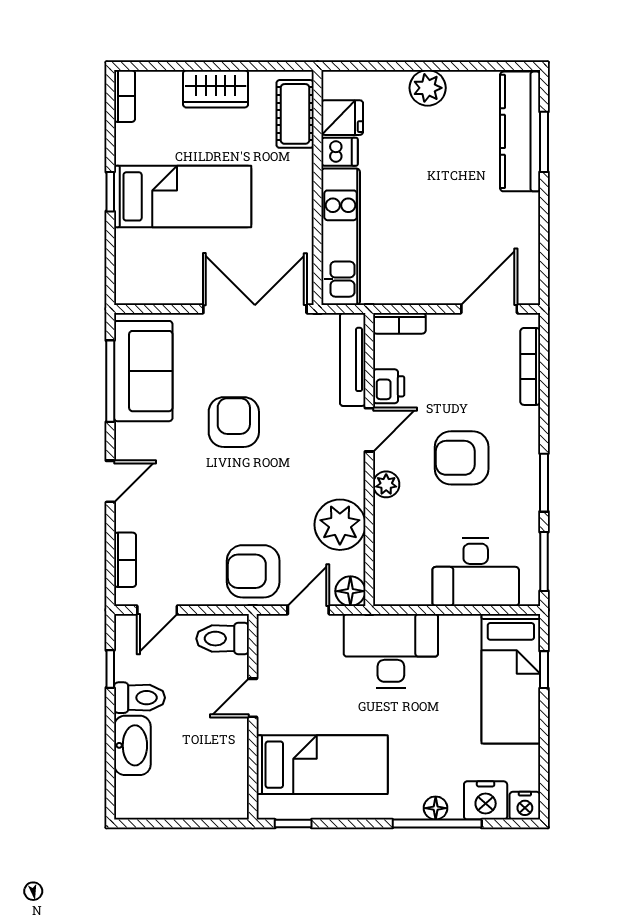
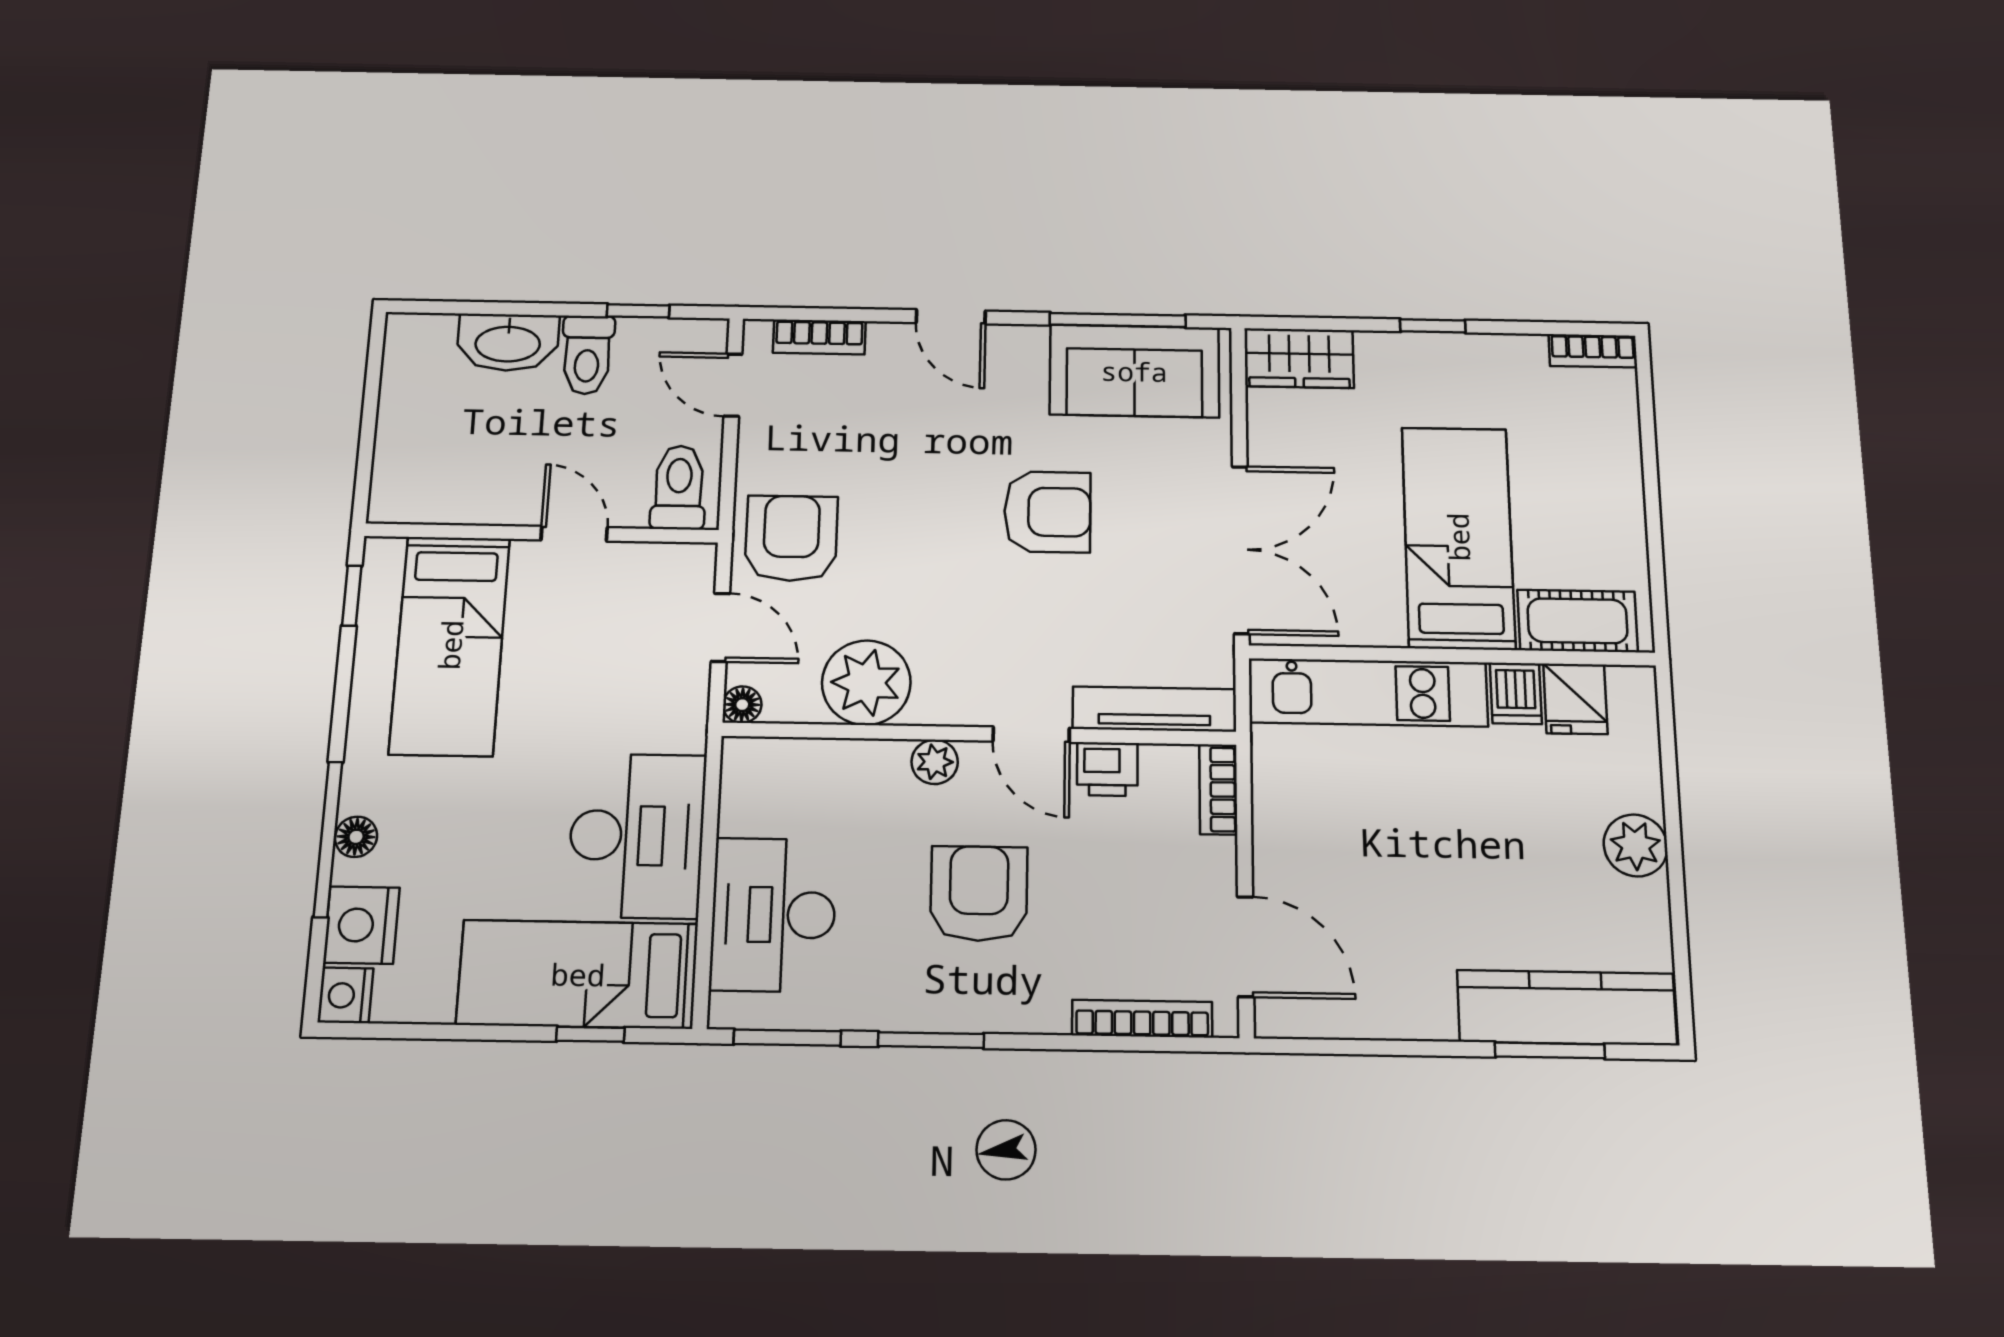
wardrobe: (216, 89) -> (1299, 358), moved, turned -90
bed: (183, 196) -> (1458, 537), moved, turned 180
floor lamp: (350, 591) -> (742, 705), width x0.73, depth x0.73
desk: (391, 651) -> (637, 836), moved

